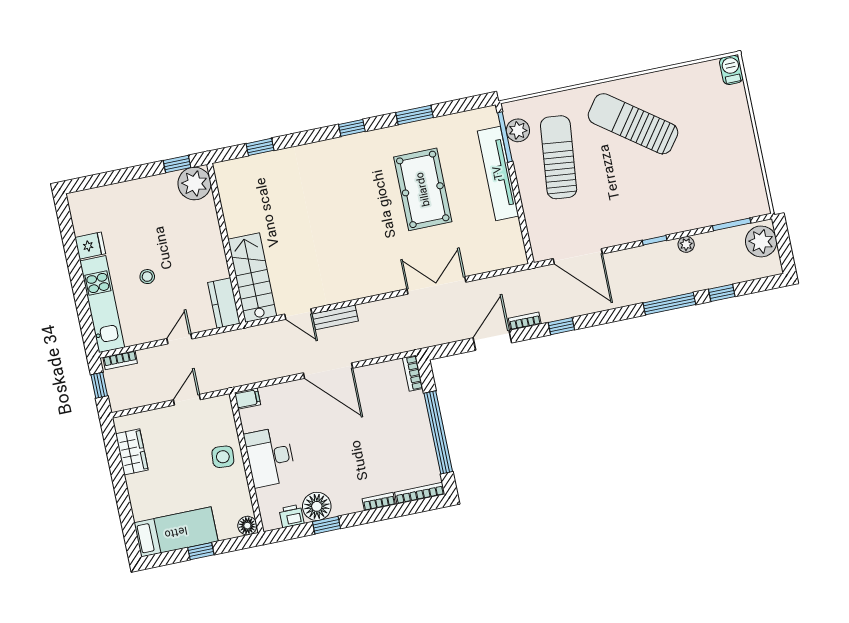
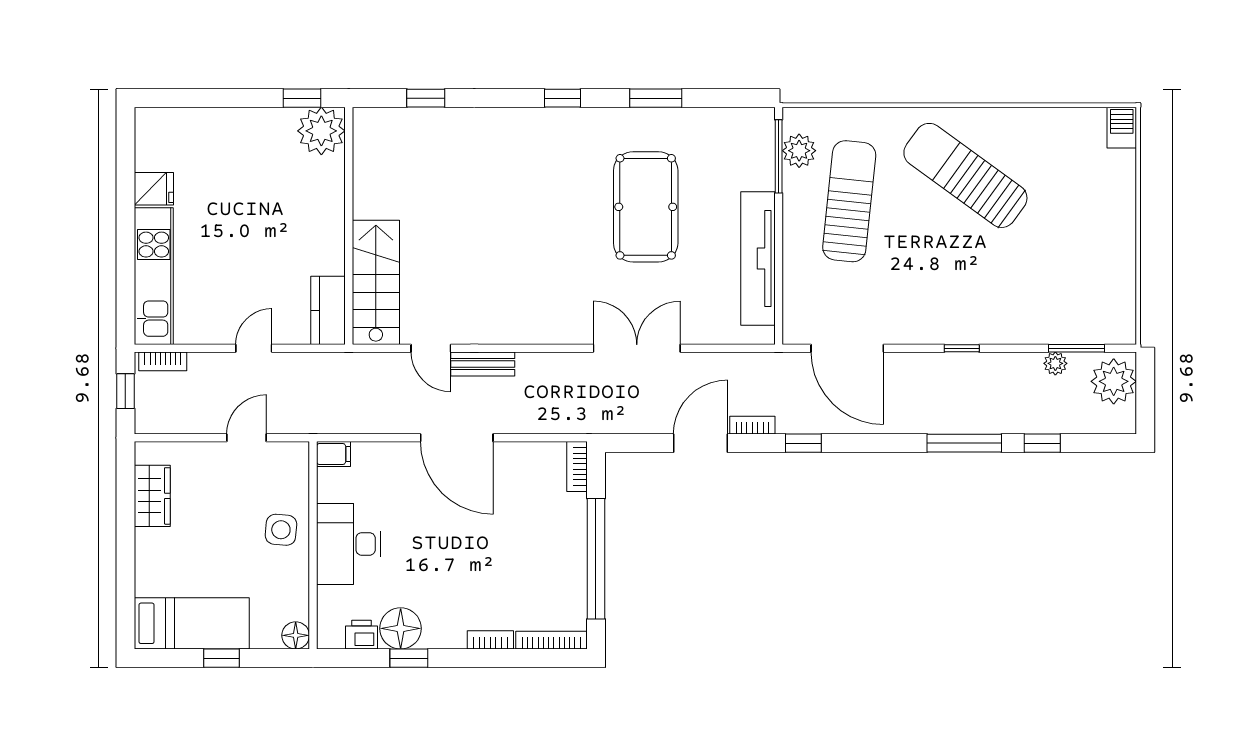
tv unit: (498, 173) -> (758, 259), moved
plant: (686, 244) -> (1055, 363), moved
stool: (147, 277) -> (226, 250), removed

